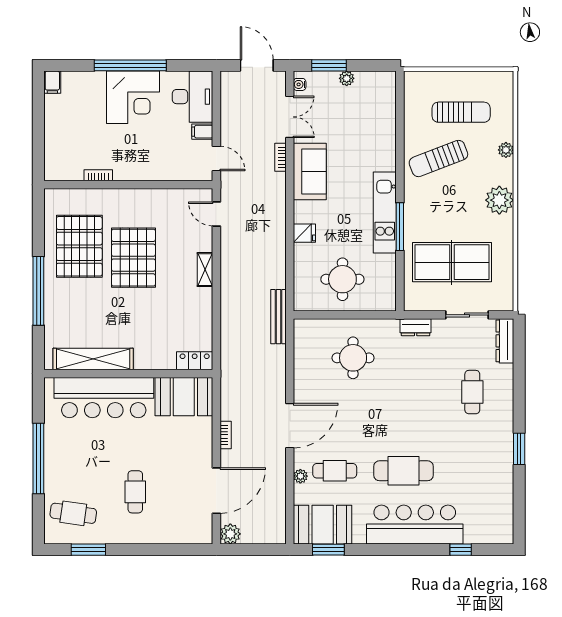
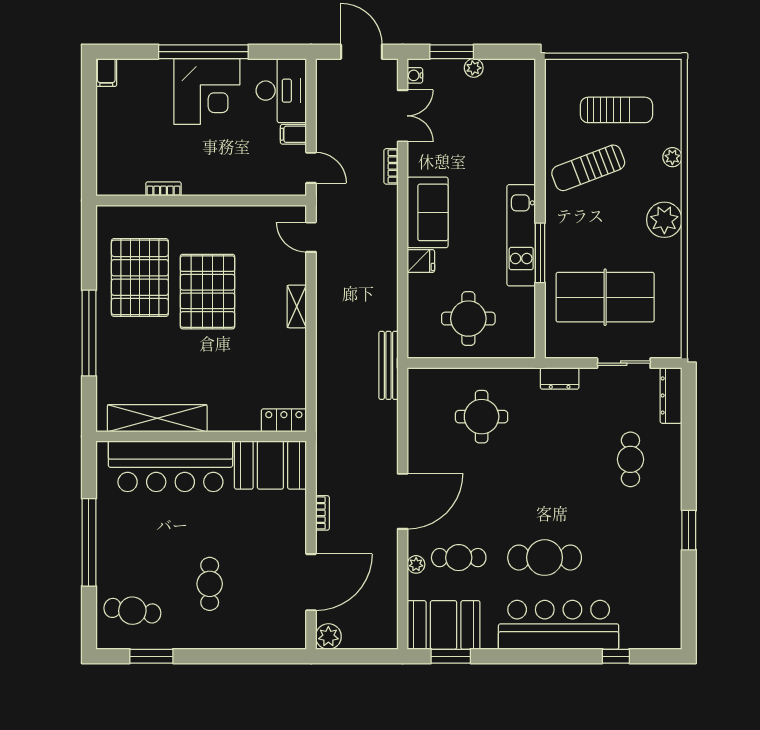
sofa: (310, 172) -> (428, 212), moved

